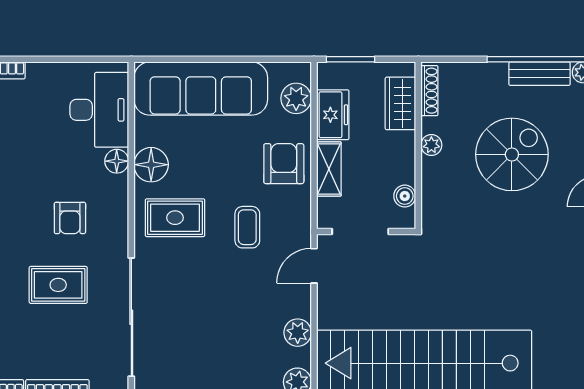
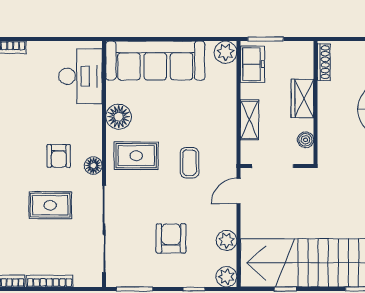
plant: (296, 98) -> (225, 52), moved
wardrobe: (400, 103) -> (302, 98), moved
freezer: (333, 115) -> (252, 64), moved
plant: (431, 145) -> (325, 102), removed
floor lamp: (117, 161) -> (93, 166), moved
armchair: (284, 164) -> (171, 238), moved

